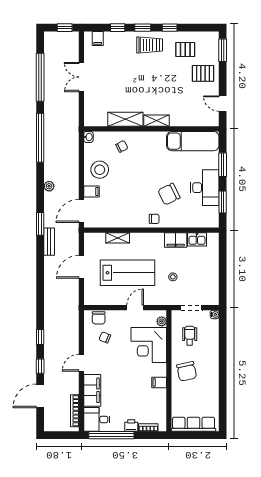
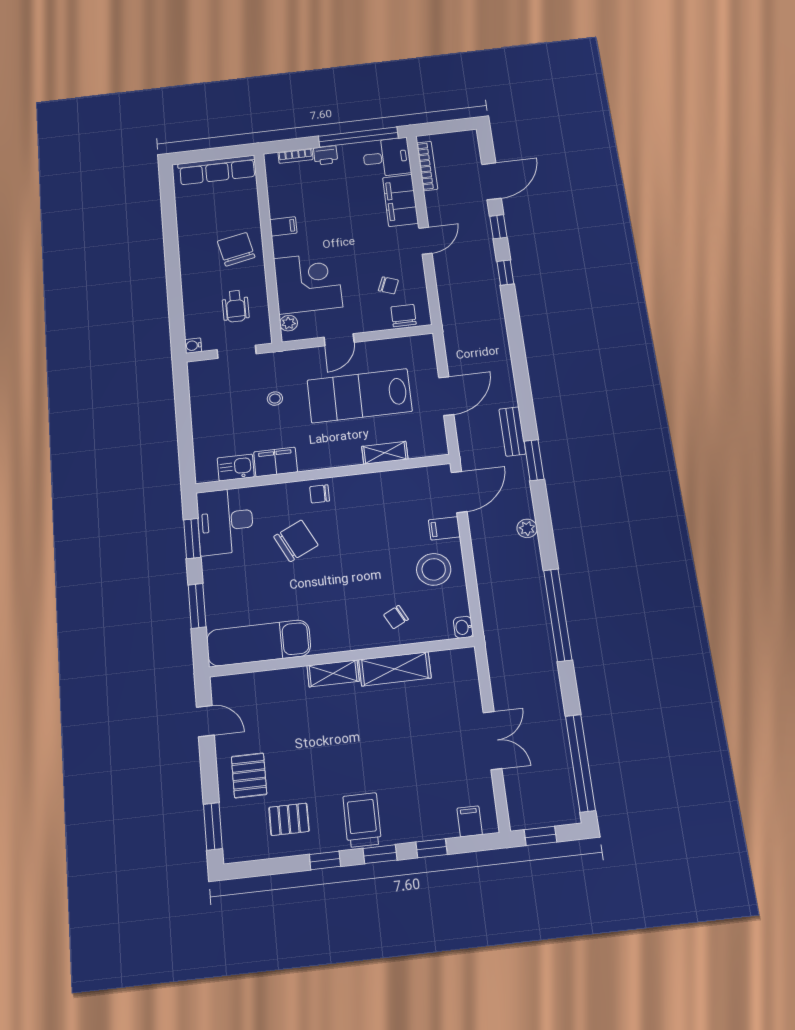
trolley: (150, 45) -> (362, 820), turned 90
pallet: (203, 73) -> (249, 775), turned 90
window: (40, 77) -> (580, 763), moved
desk: (205, 188) -> (225, 521), moved

